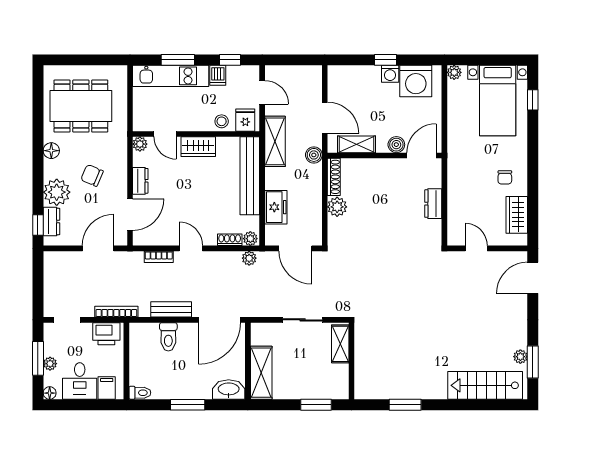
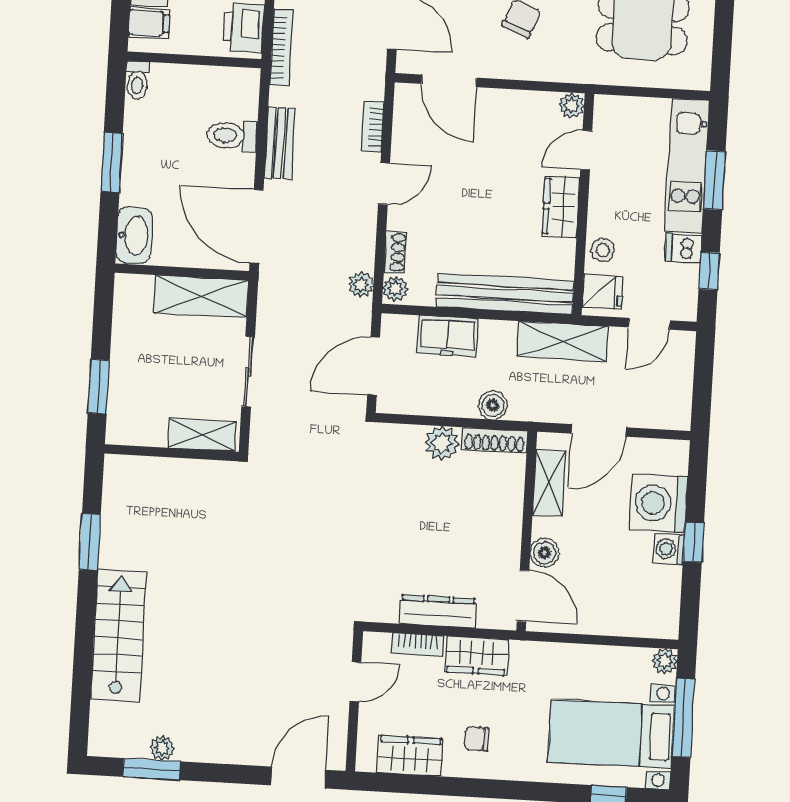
window: (486, 60) -> (683, 718), added
washing machine: (416, 81) -> (659, 503), moved
boiler: (314, 155) -> (493, 405), moved
wardrobe: (457, 180) -> (477, 656), added
dresser: (140, 181) -> (507, 102), removed
dresser: (433, 204) -> (438, 611), width x1.44
bookcase: (453, 214) -> (418, 645), added
door: (533, 278) -> (298, 778), hinge flipped
shelving: (261, 373) -> (201, 296), moved
stairs: (485, 385) -> (118, 635), moved

